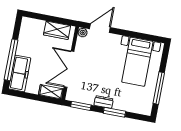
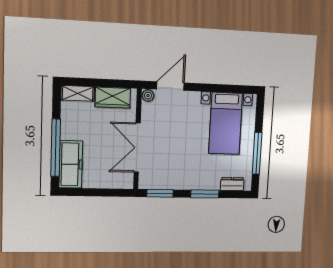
shelving: (51, 92) -> (78, 93), moved
dresser: (104, 102) -> (232, 184), moved

